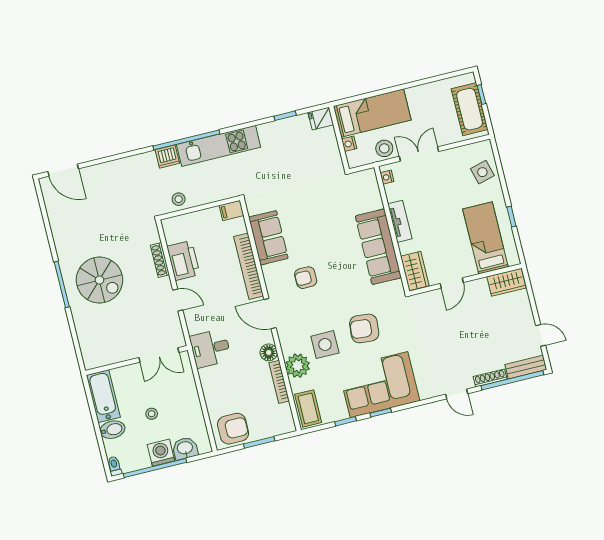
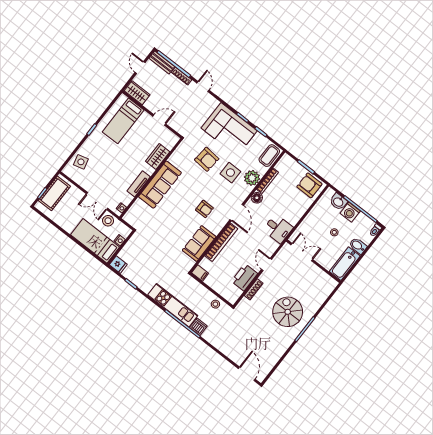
bed: (485, 238) -> (123, 121), moved
wall: (466, 280) -> (152, 114), moved
wardrobe: (506, 282) -> (137, 93), moved
door: (452, 283) -> (159, 120), moved

